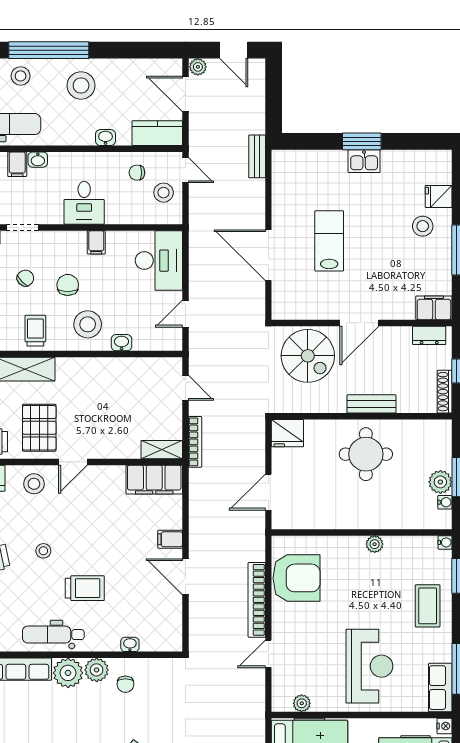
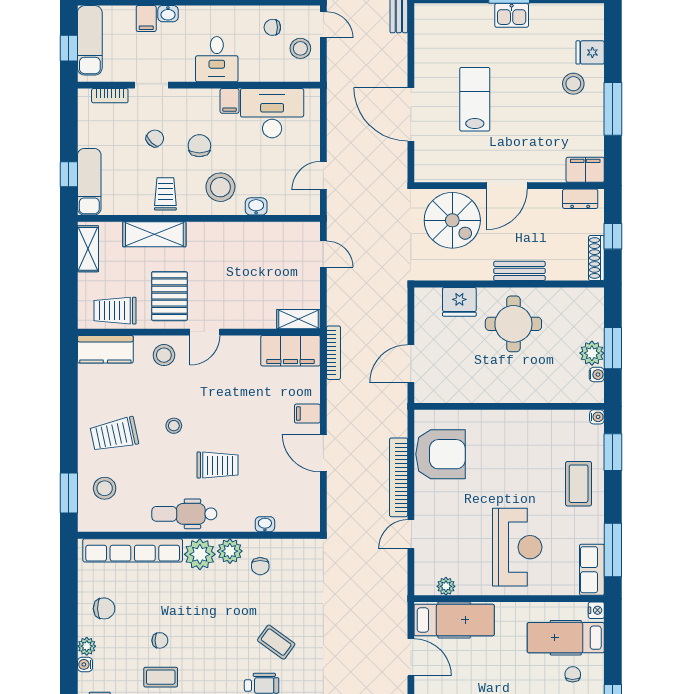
desk: (159, 261) -> (272, 113), moved, turned -90
fridge: (287, 433) -> (459, 302), moved
bookcase: (195, 442) -> (334, 353), moved
plant: (375, 544) -> (523, 419), removed

